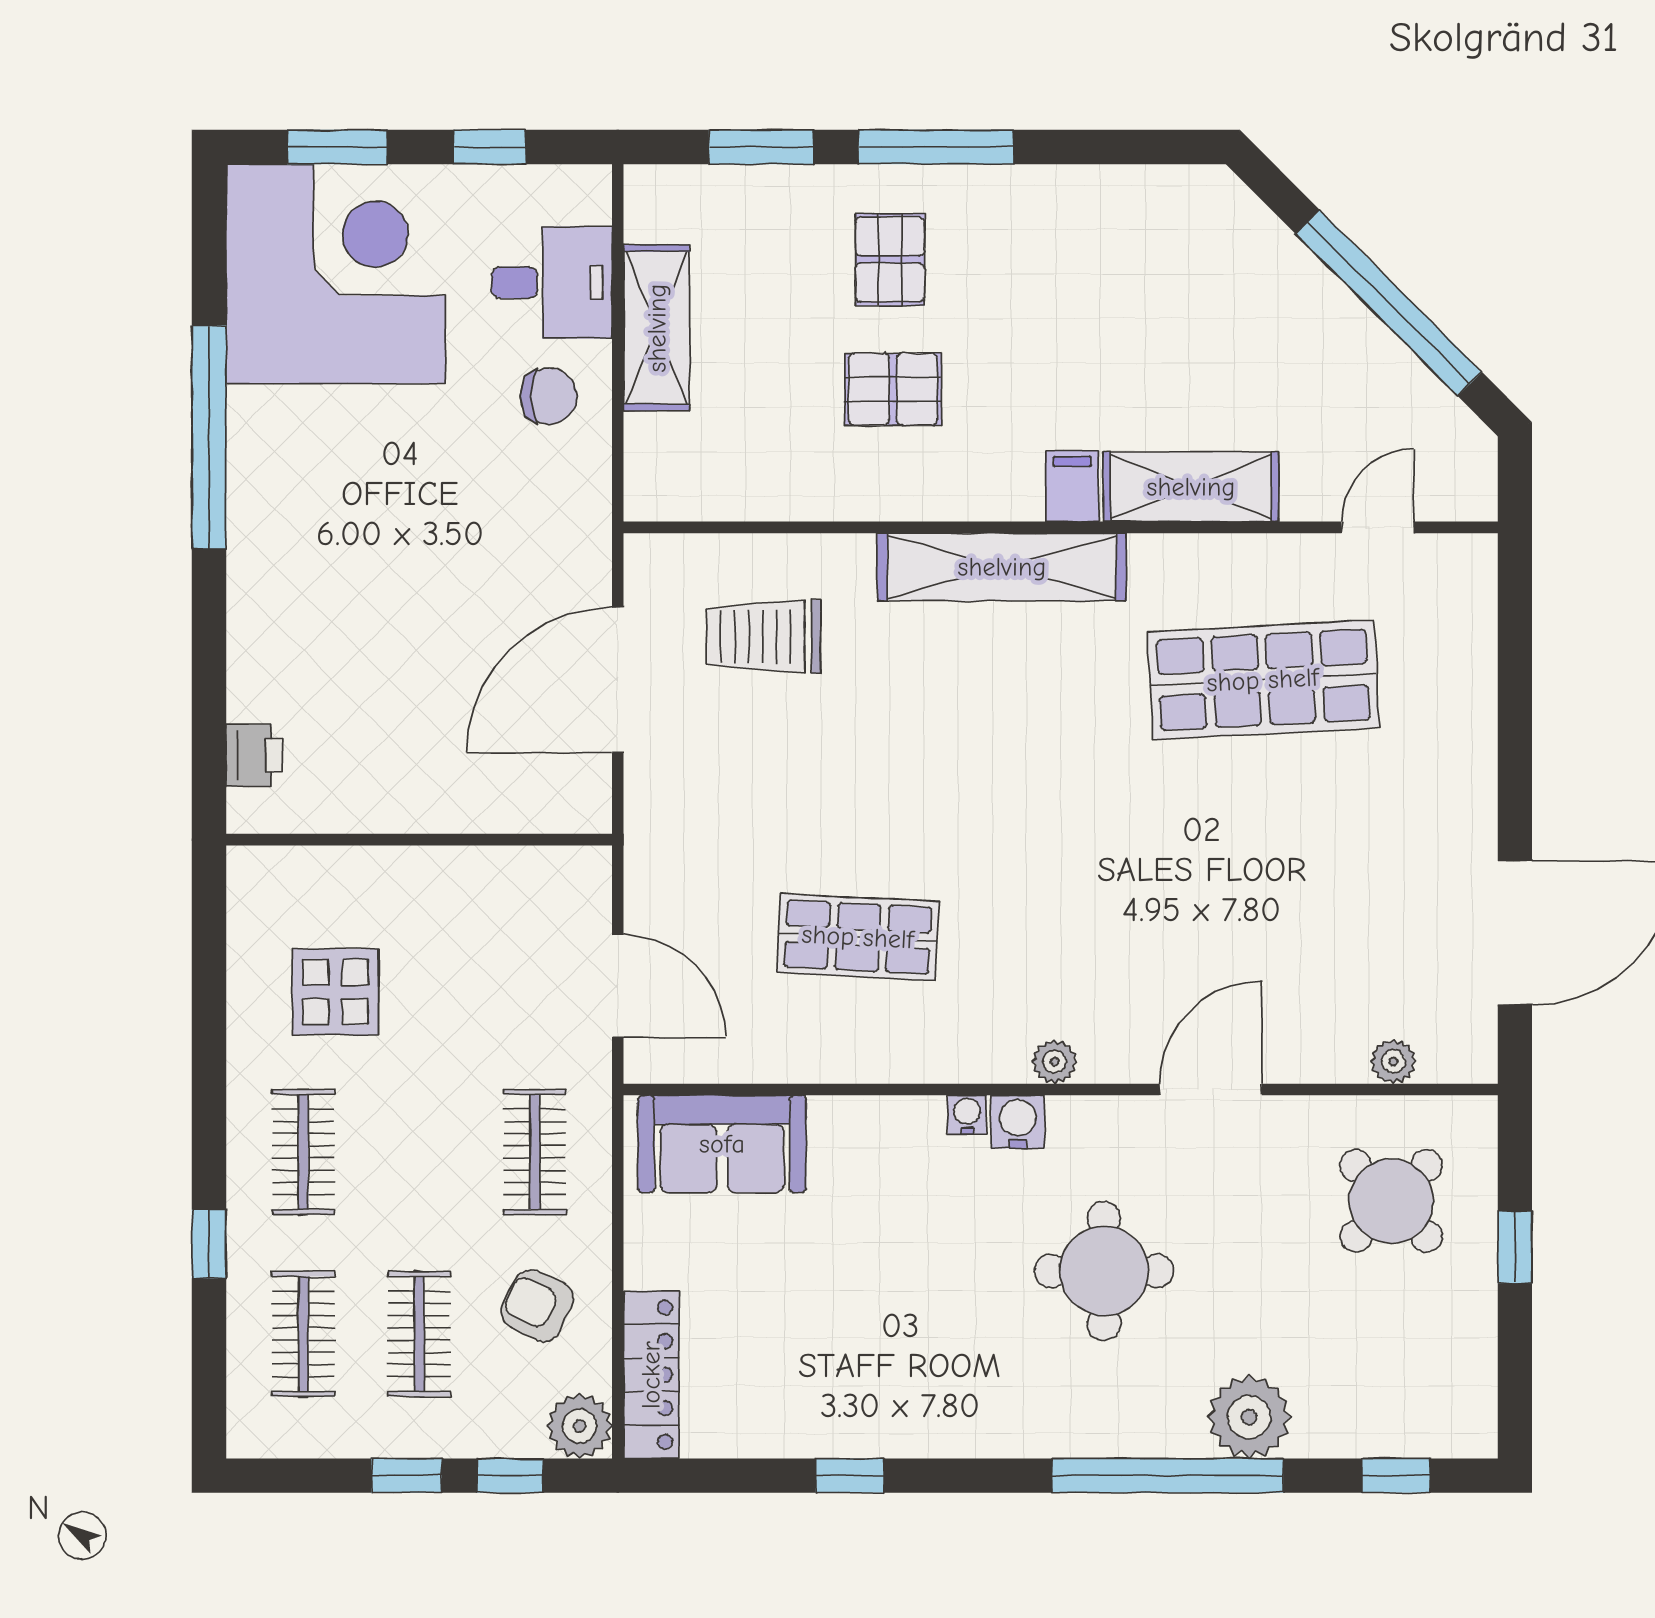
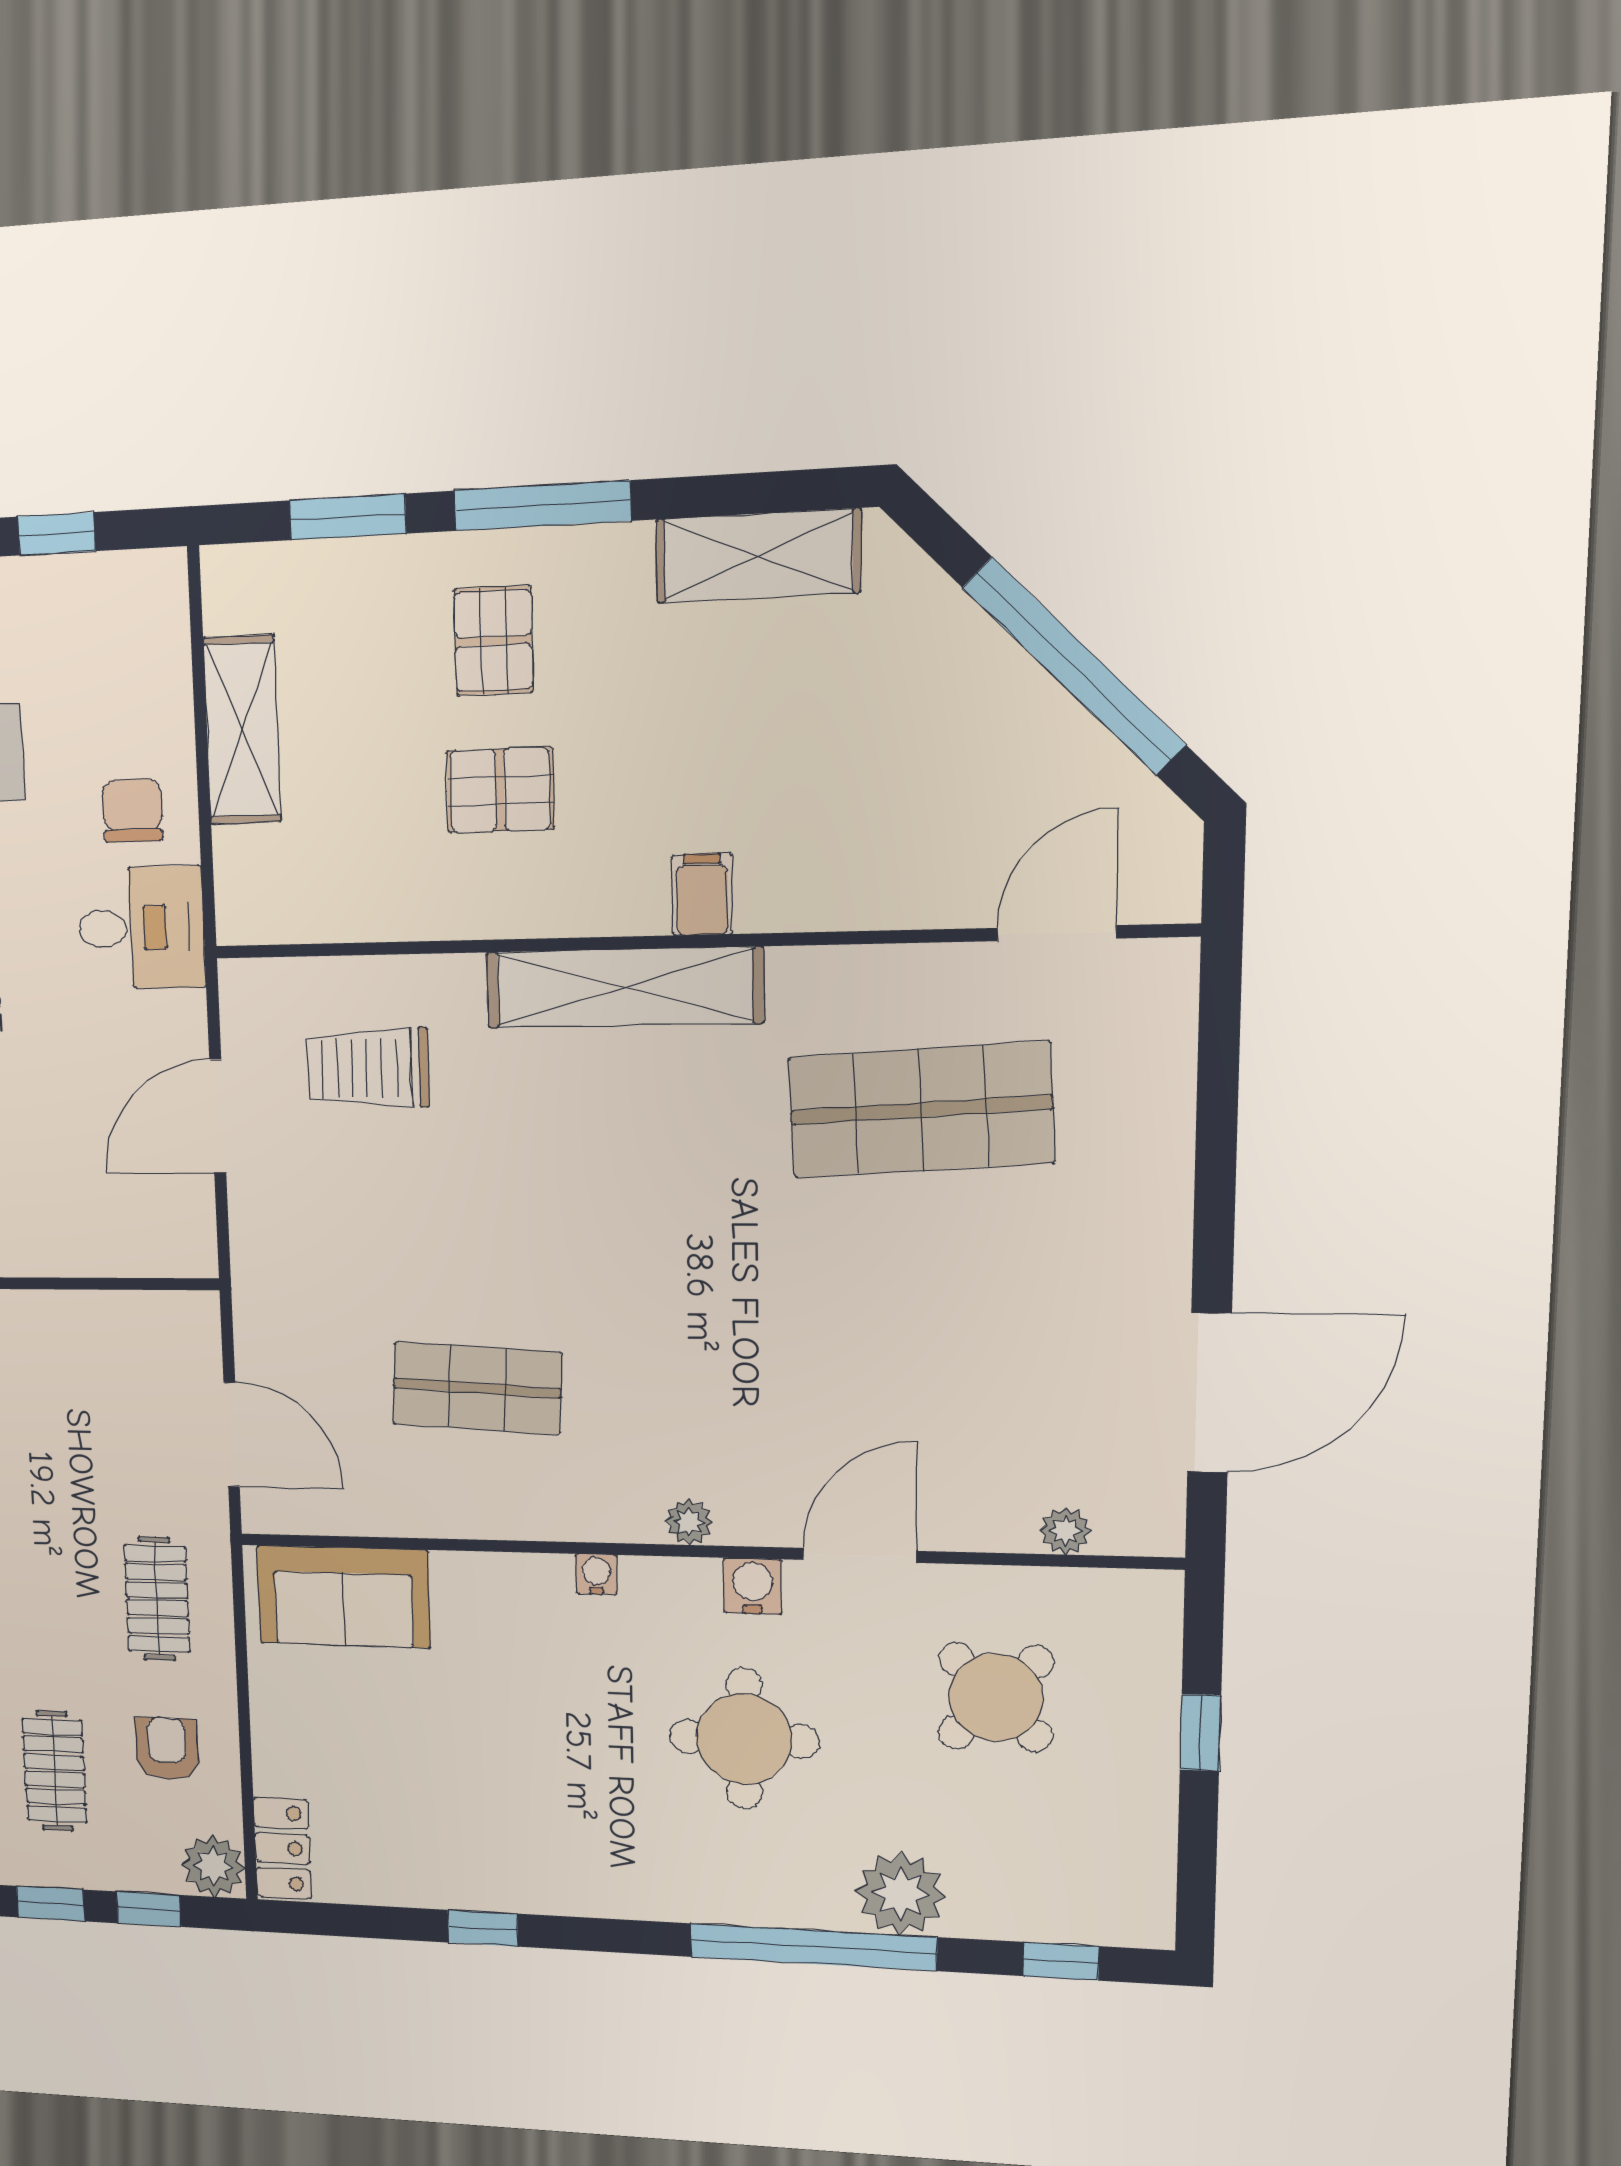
desk: (552, 283) -> (141, 928), moved
chair: (549, 396) -> (132, 811), turned -90
shelving: (1191, 487) -> (758, 556), moved
door: (1378, 527) -> (1057, 933), width x1.38
door: (618, 680) -> (218, 1116), width x0.73
water cooler: (1018, 1122) -> (752, 1586), moved
round table: (1391, 1201) -> (996, 1697), moved
armchair: (537, 1305) -> (167, 1749), turned 64
locker: (651, 1375) -> (282, 1848), width x0.66

